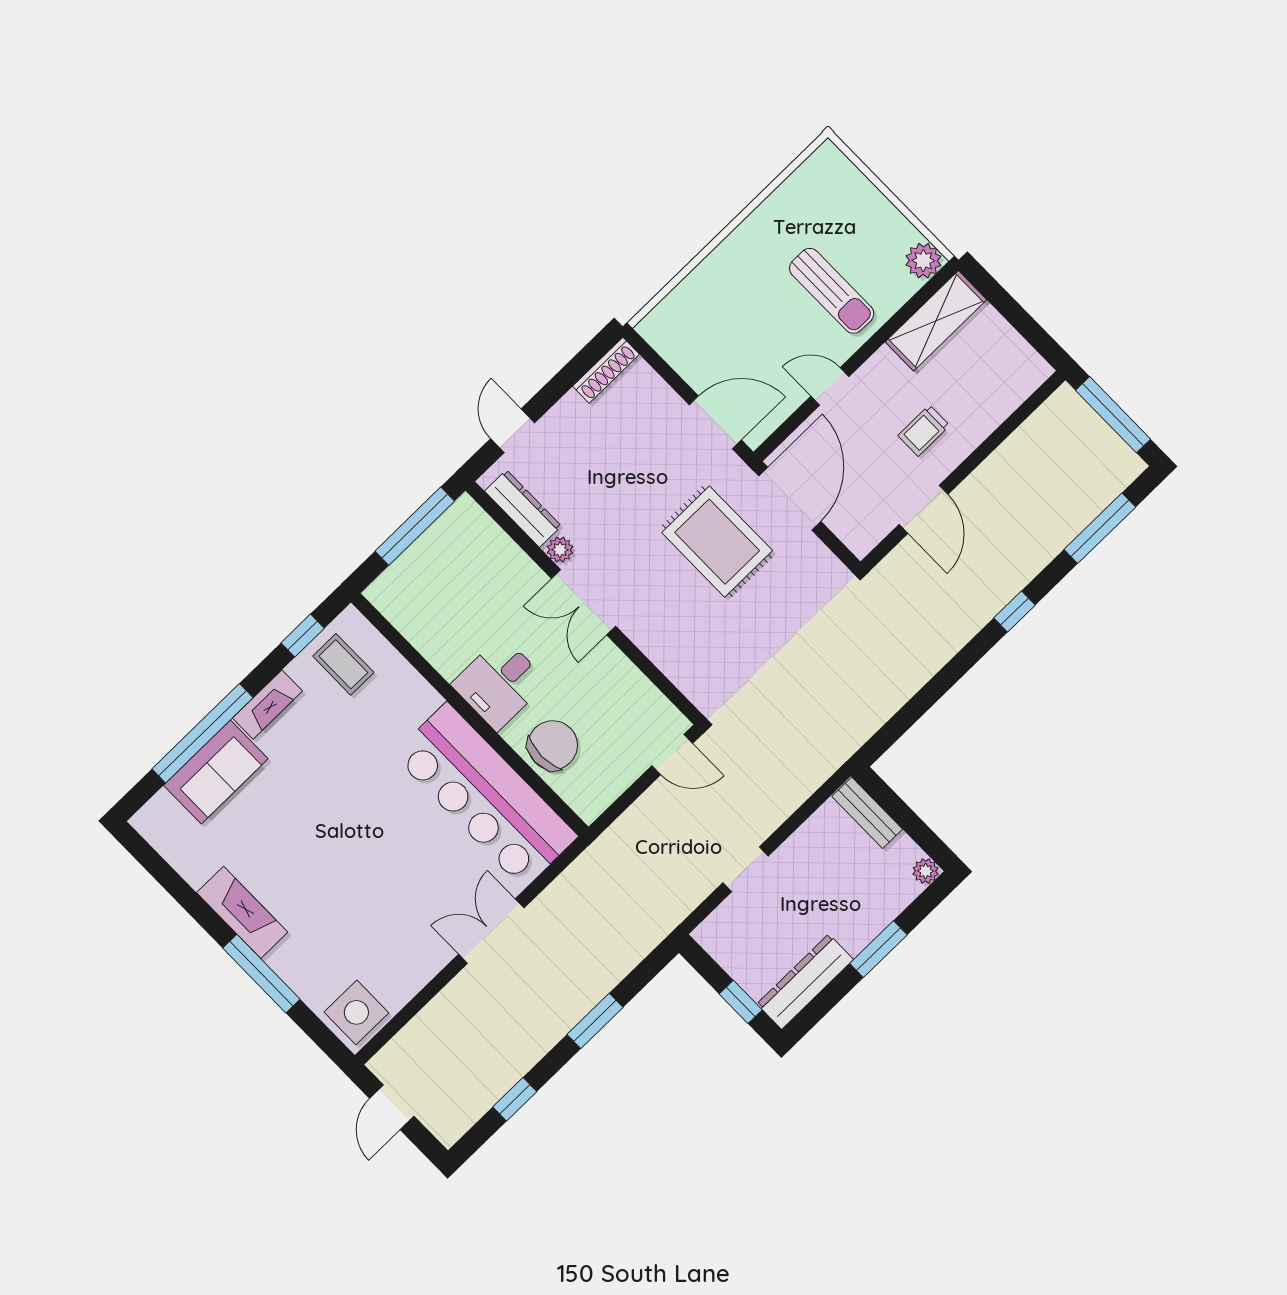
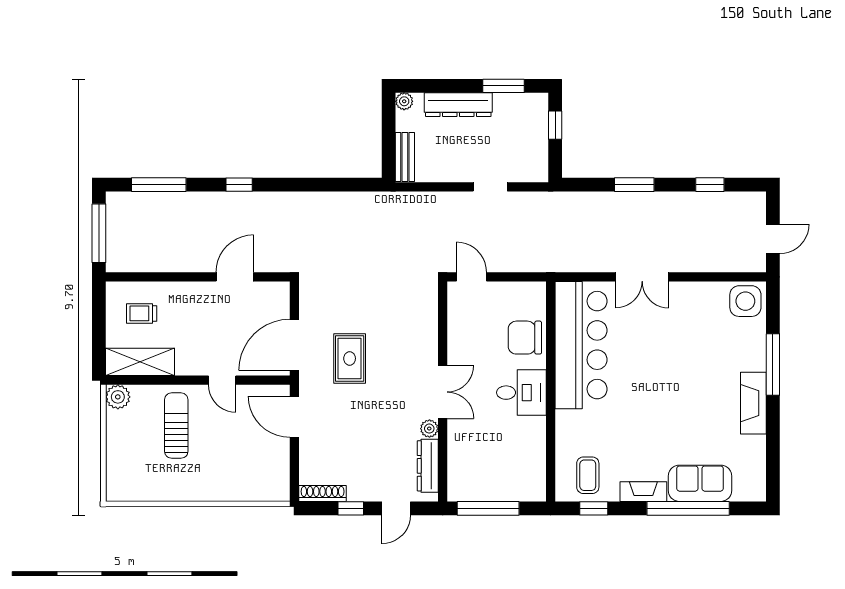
window: (561, 384) -> (351, 508), added
trolley: (924, 431) -> (142, 313), moved, turned 180
rug: (717, 542) -> (350, 358), width x0.73, depth x0.70
window: (878, 949) -> (504, 86), moved
dresser: (805, 982) -> (458, 105), moved

